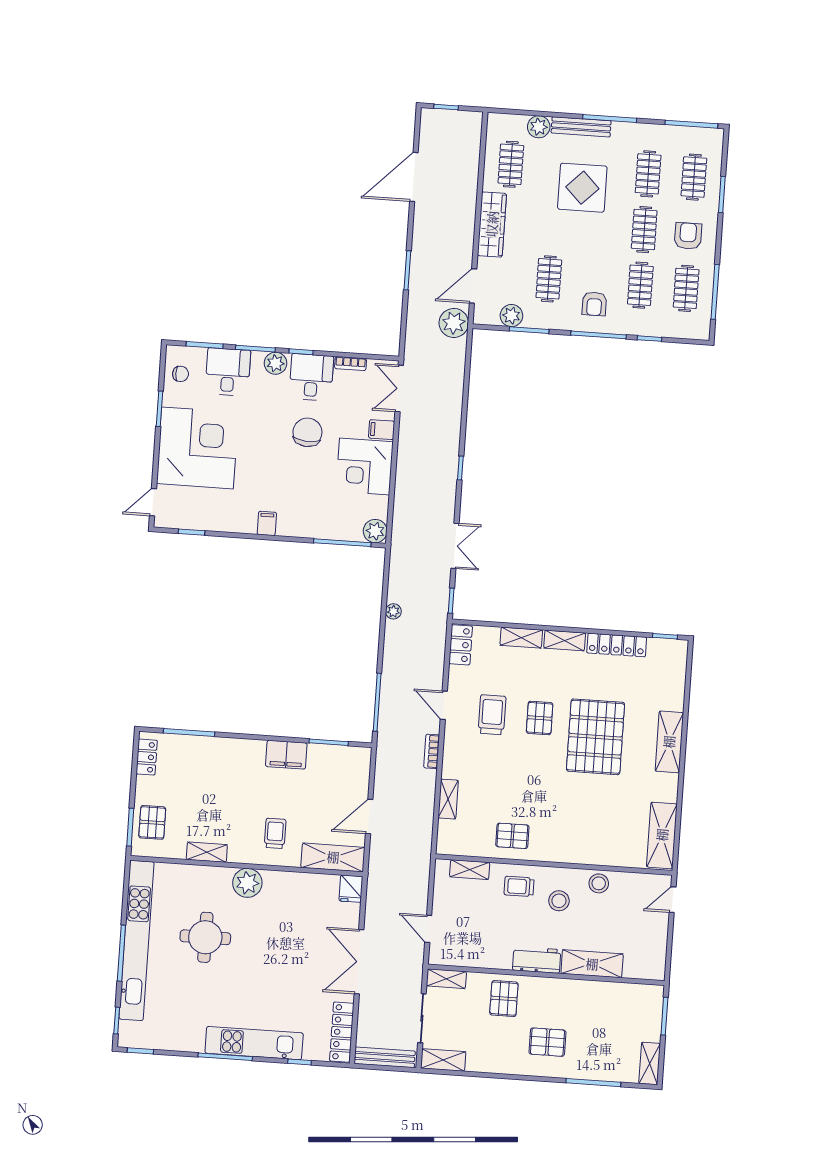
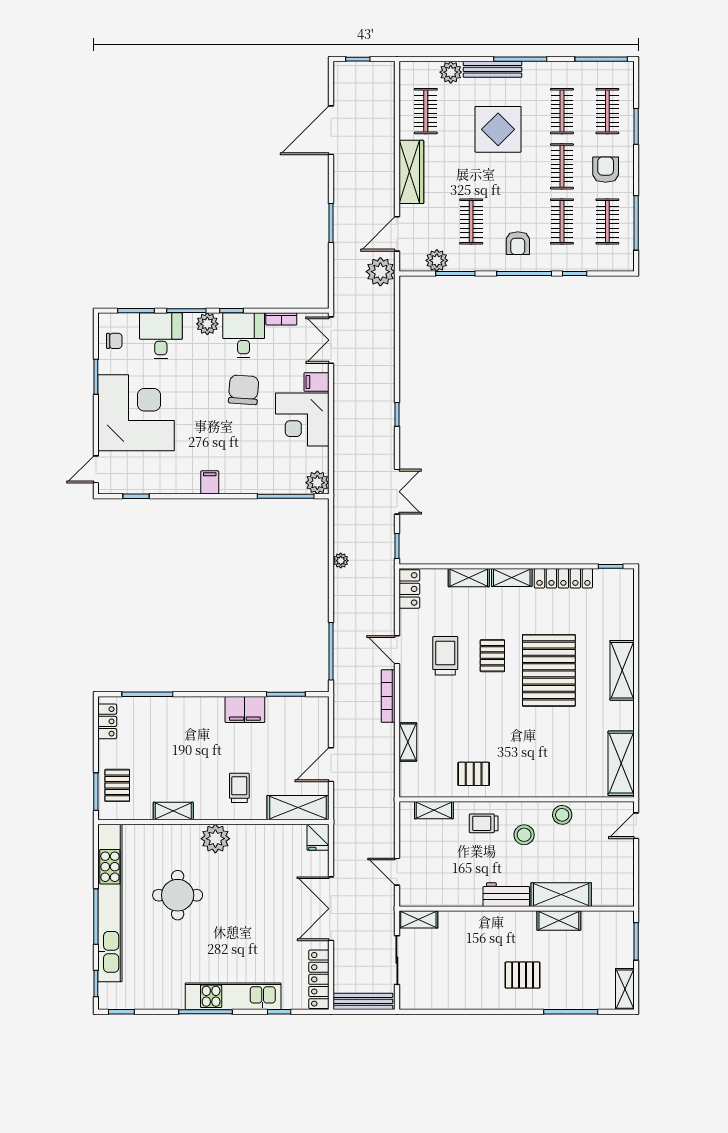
bookcase: (432, 751) -> (388, 696), width x1.56
pallet: (504, 999) -> (477, 935), removed
shelving: (443, 1060) -> (559, 921), moved

